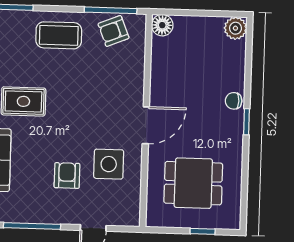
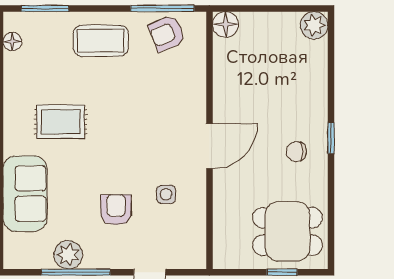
chair: (234, 101) -> (296, 152), moved
side table: (109, 164) -> (166, 194), width x0.54, depth x0.54
dining table: (193, 183) -> (288, 231), moved
plant: (26, 211) -> (68, 255), added

